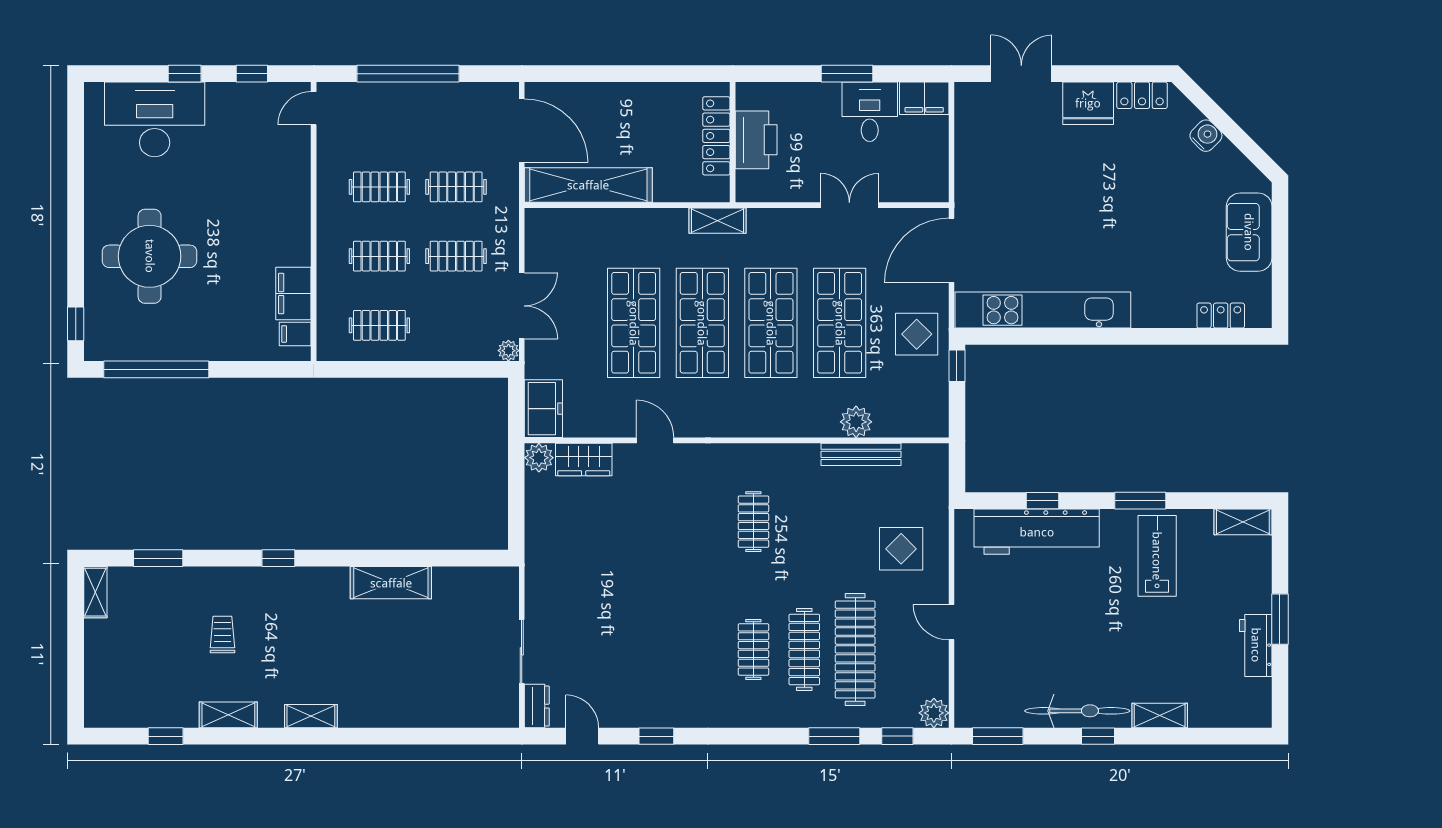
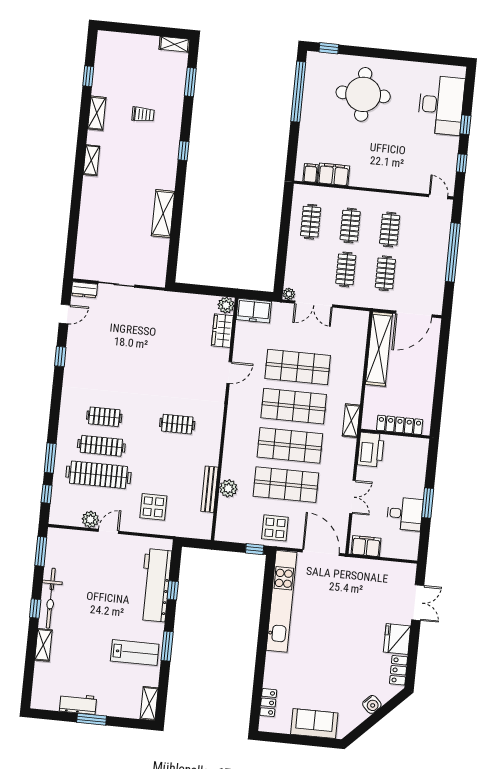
filing cabinet: (924, 98) -> (366, 546), moved, turned 90
printer: (756, 140) -> (371, 450), moved, turned -90
plant: (934, 713) -> (90, 519), moved

